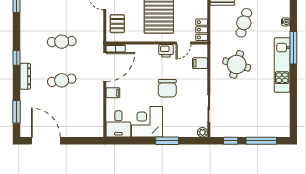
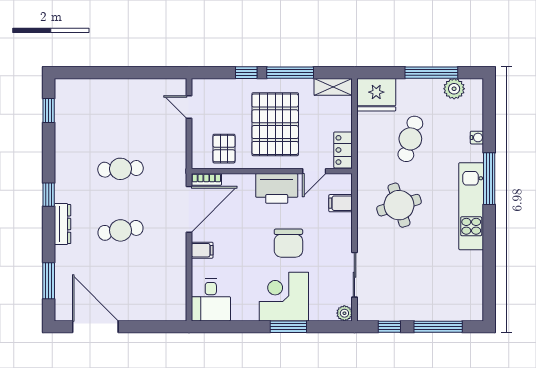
pallet: (117, 24) -> (224, 149), moved
printer: (166, 51) -> (277, 188), width x1.87, depth x1.48
round table: (237, 64) -> (399, 205), turned -34
corner desk: (147, 122) -> (284, 297), moved

